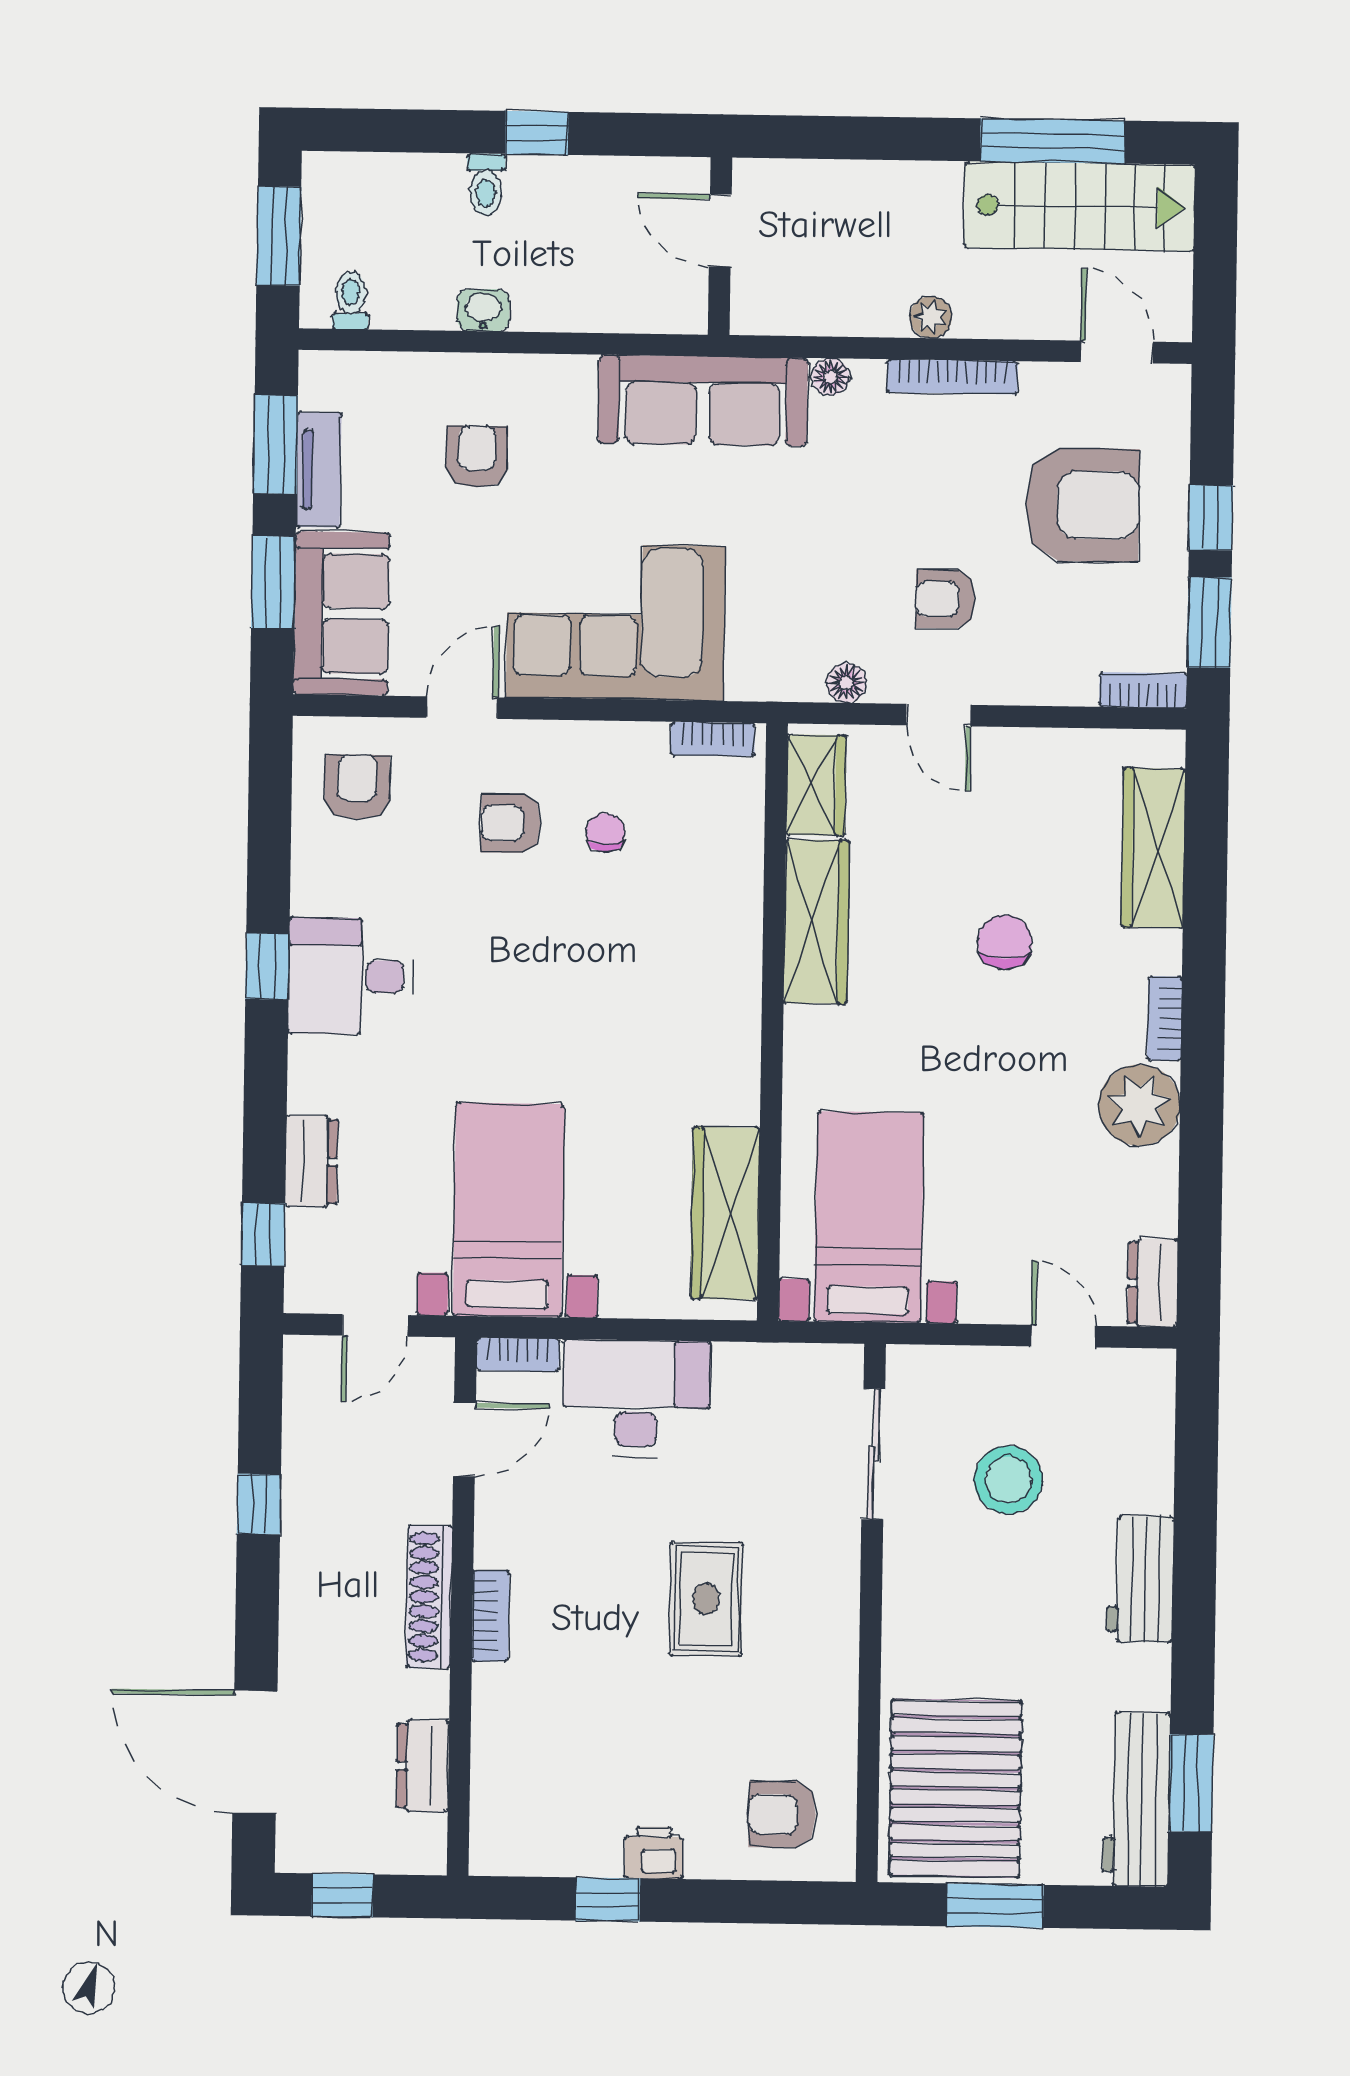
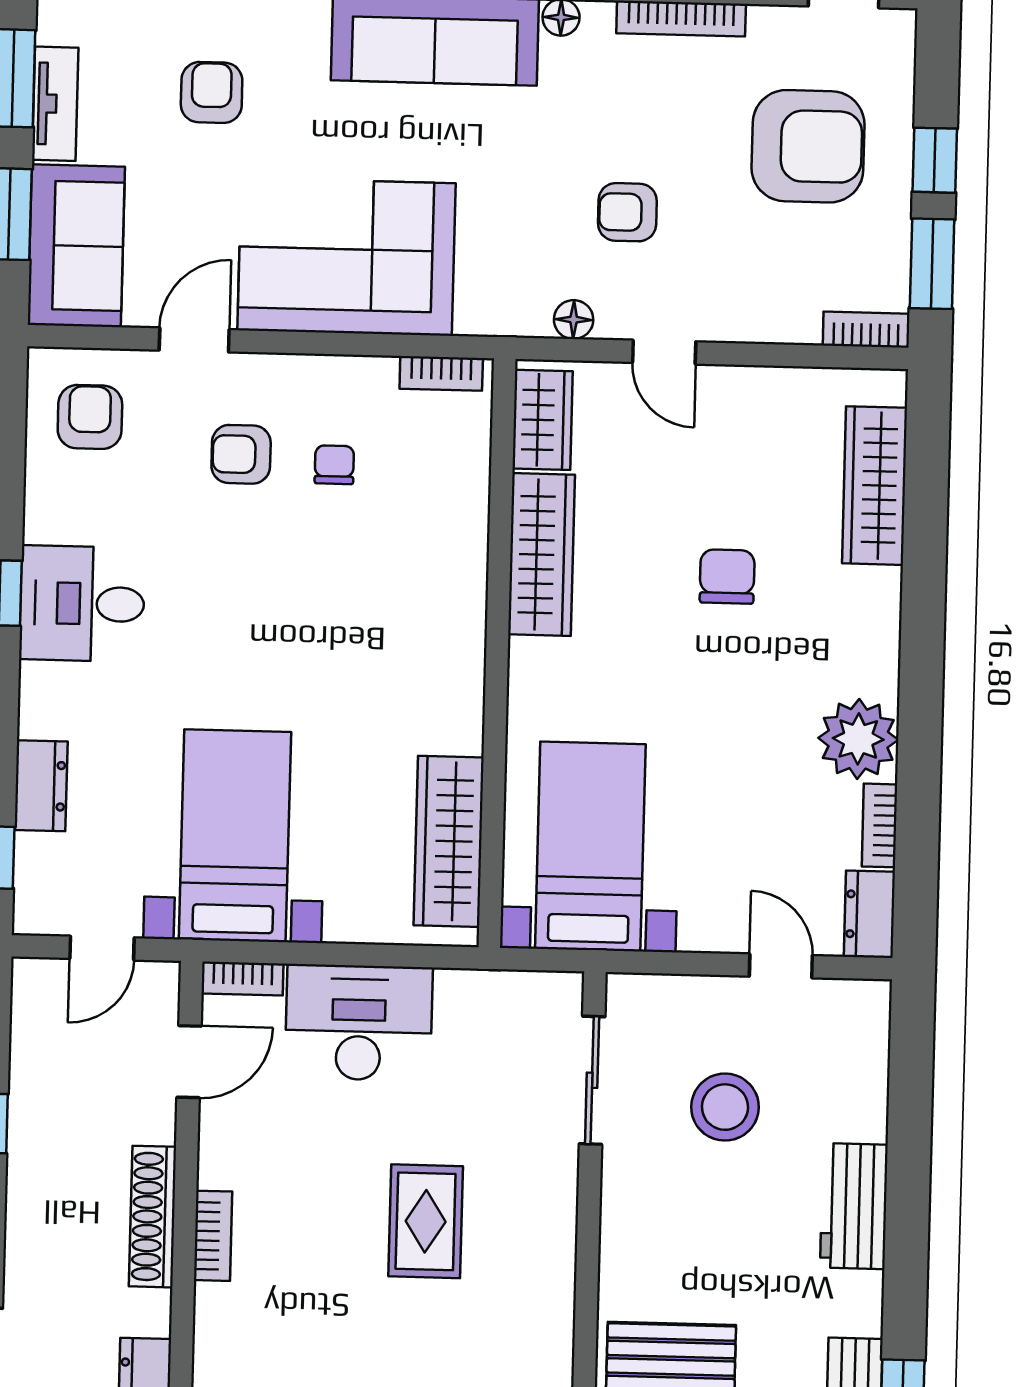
armchair: (945, 599) -> (627, 212), moved
bookcase: (1165, 1018) -> (880, 825), moved

